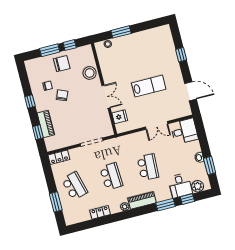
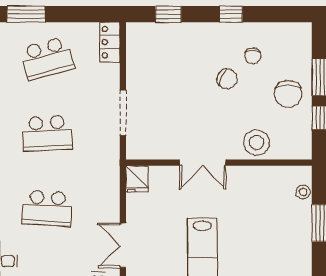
fridge: (120, 117) -> (137, 179), moved
piano: (46, 124) -> (180, 34), removed

